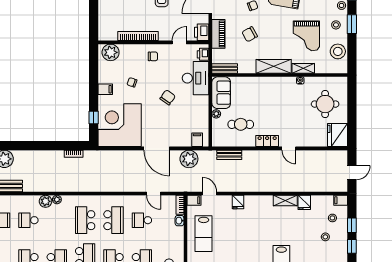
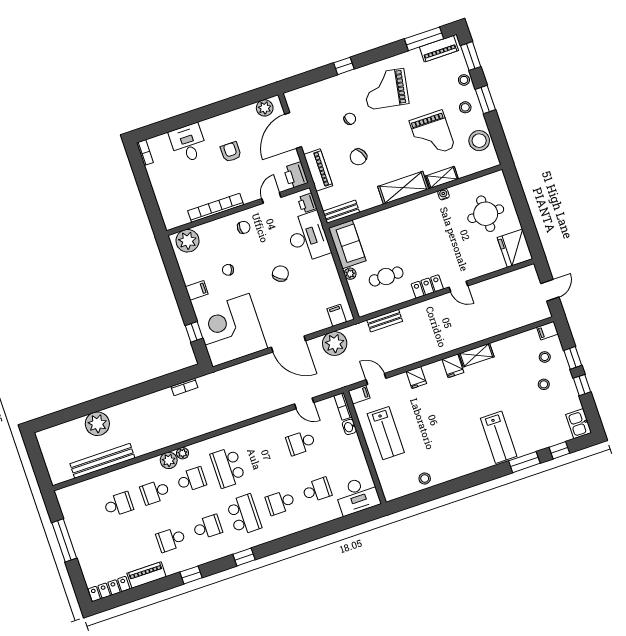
fridge: (304, 202) -> (453, 366), moved
school desk: (114, 220) -> (191, 480), moved, width x0.54

